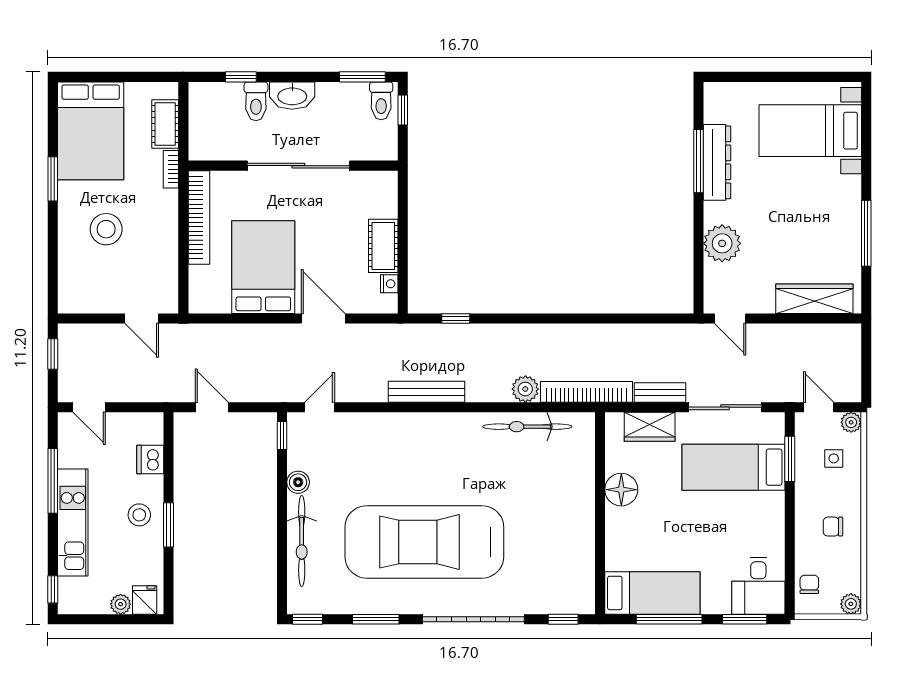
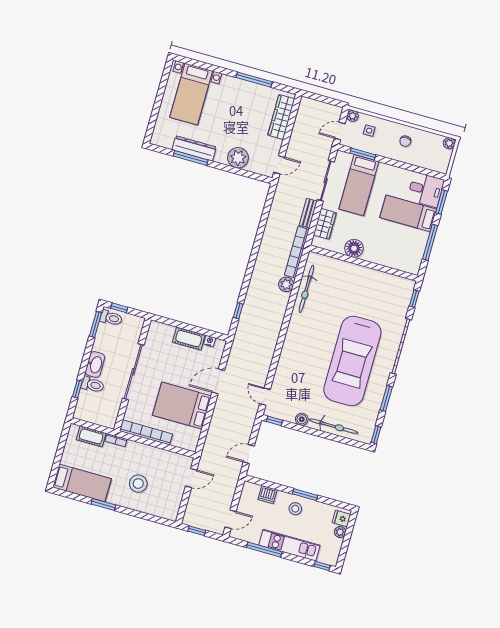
bed: (91, 131) -> (82, 483), width x0.67
bench: (426, 392) -> (273, 337), removed
chair: (809, 584) -> (433, 162), removed
bed: (652, 593) -> (408, 213), moved, turned -90

